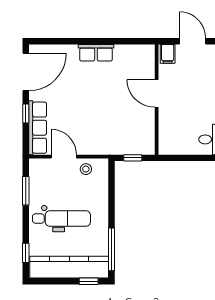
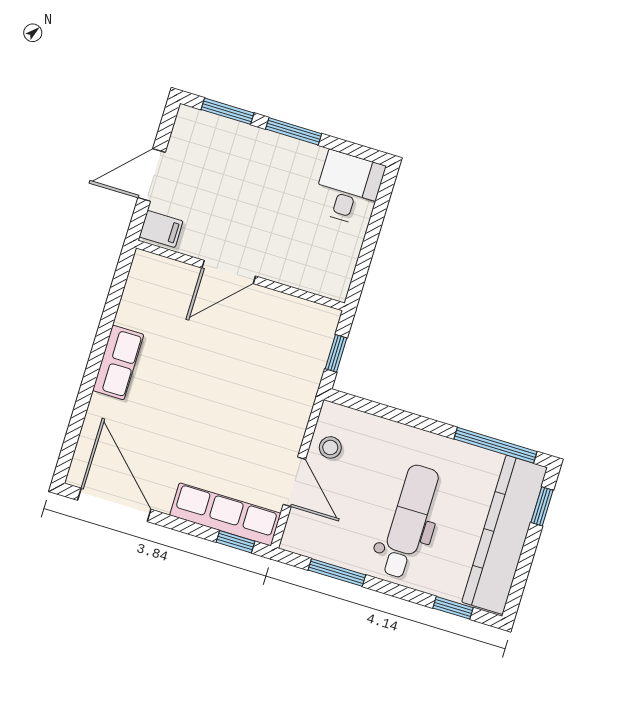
window: (26, 114) -> (236, 542), moved
door: (64, 157) -> (294, 482), swing flipped

